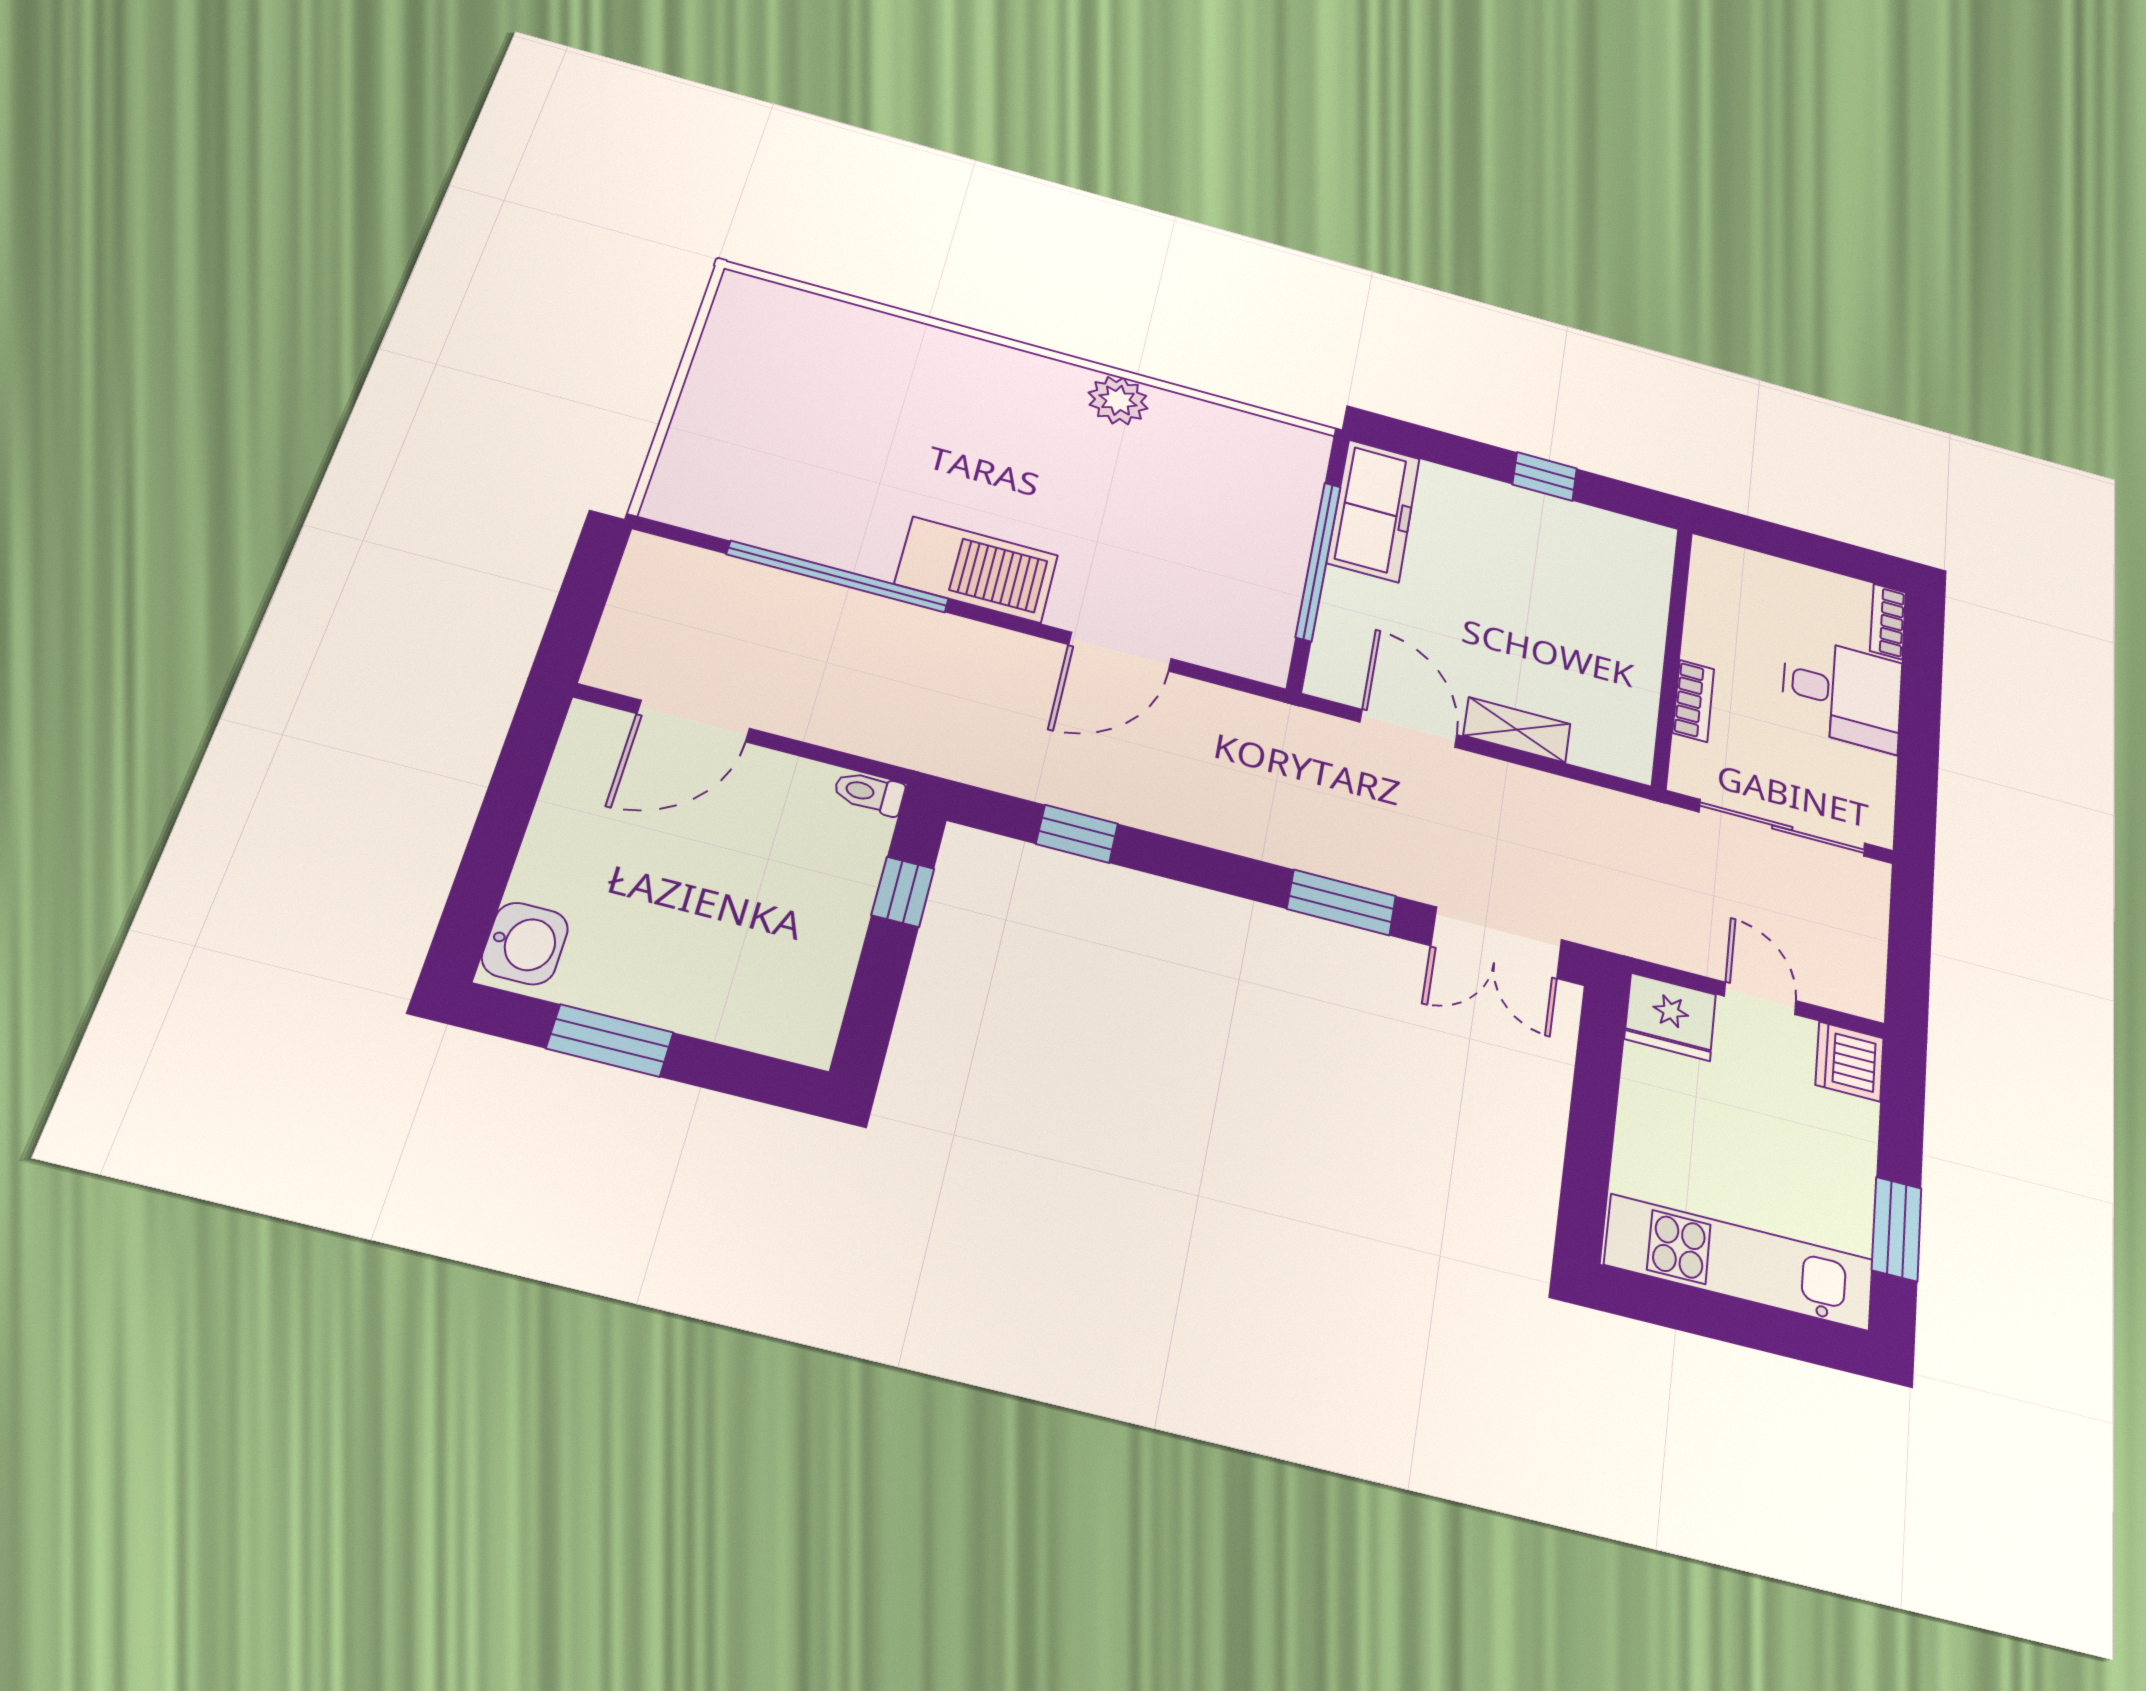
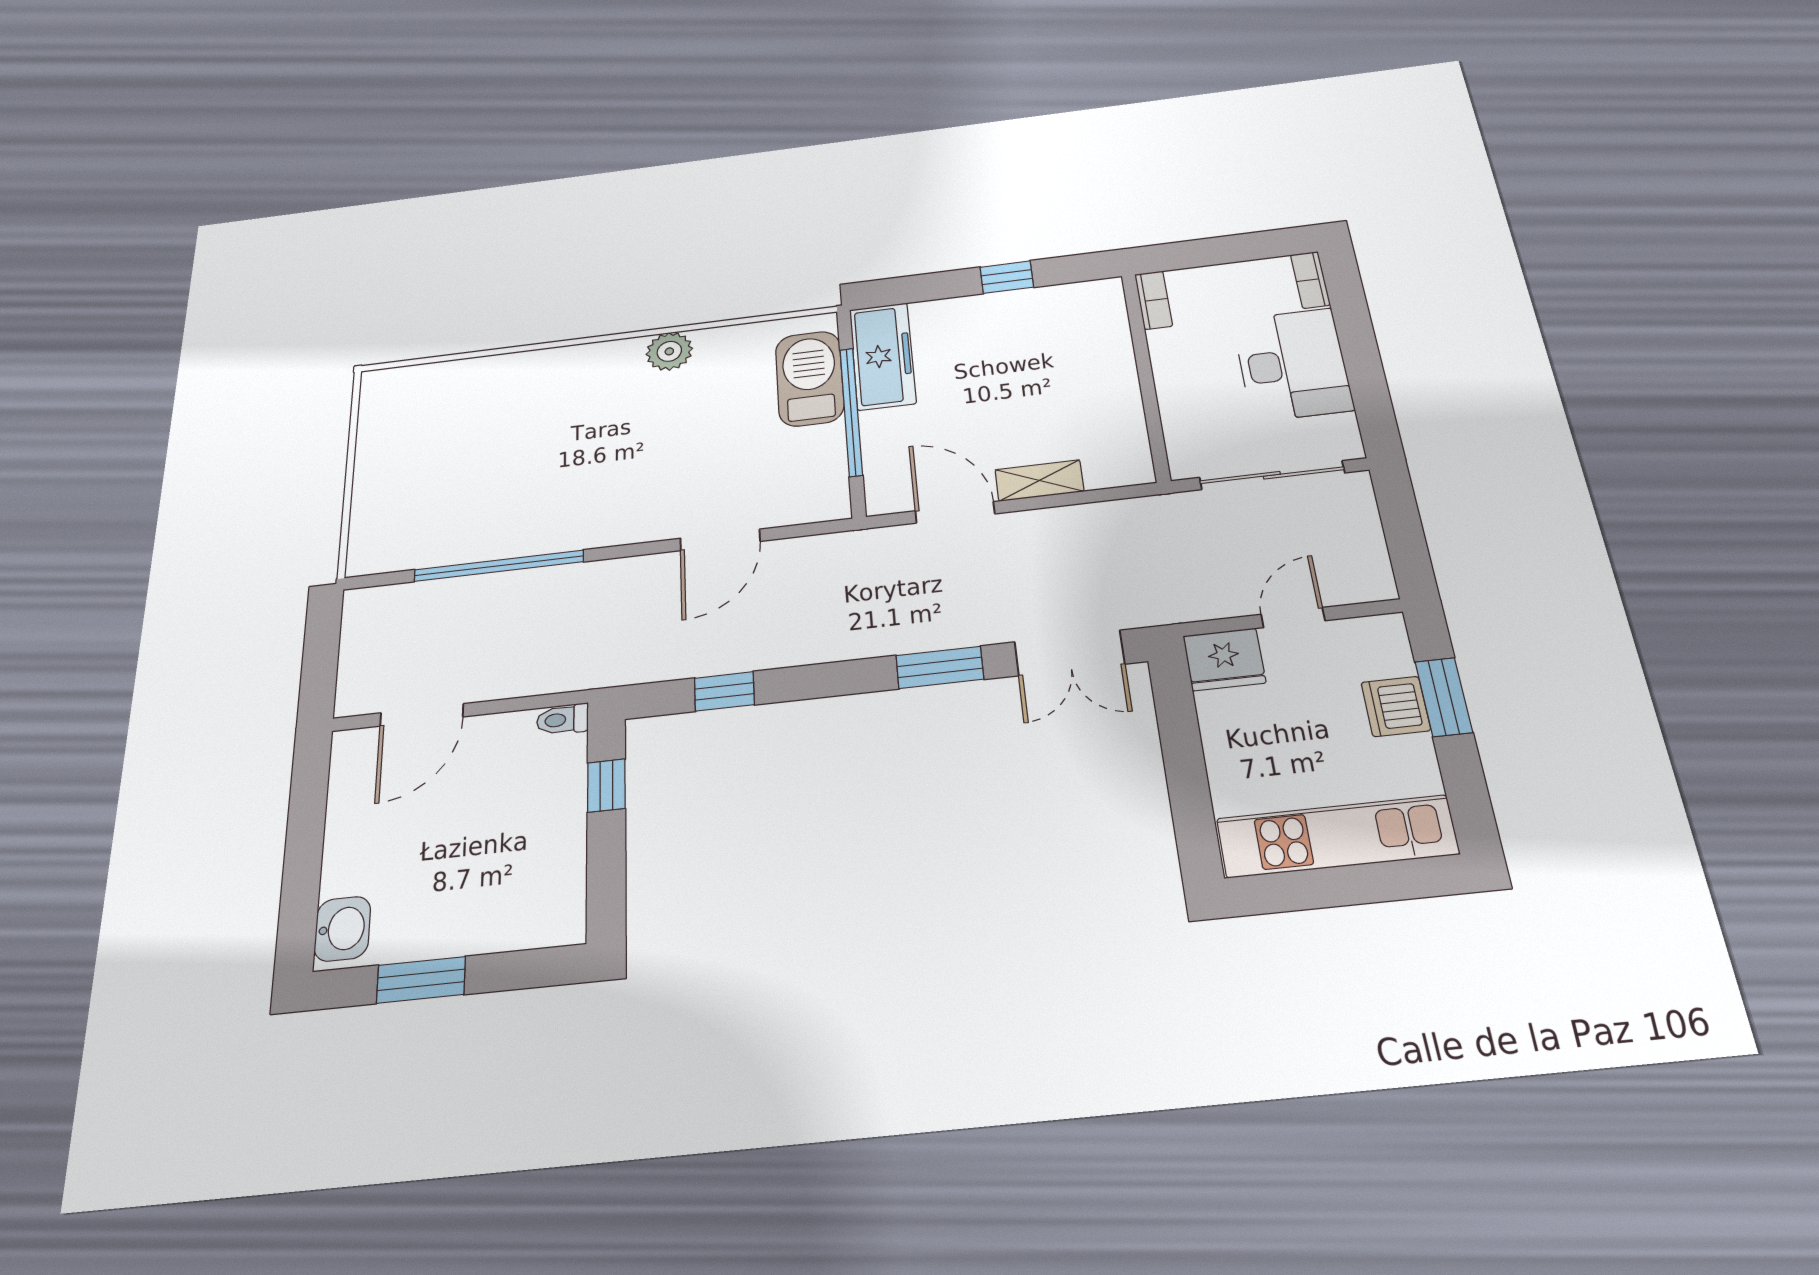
barbecue: (977, 570) -> (810, 378), moved, turned -90
desk: (1842, 693) -> (1292, 365), width x1.37
bookcase: (1693, 701) -> (1154, 300), moved
door: (1760, 998) -> (1293, 618), hinge flipped
dishwasher: (1850, 1061) -> (1396, 706), moved
window: (1897, 1229) -> (1444, 697), moved

